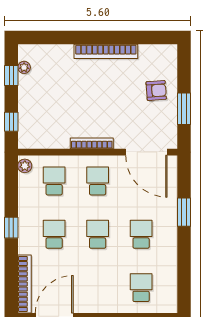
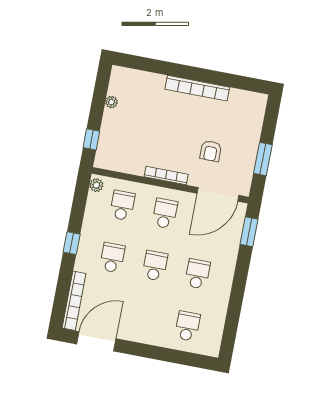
plant: (24, 67) -> (111, 102), moved
window: (11, 76) -> (100, 94), removed
armchair: (156, 90) -> (211, 151), moved, turned 94
door: (146, 152) -> (218, 194), hinge flipped
window: (184, 212) -> (249, 232), moved

